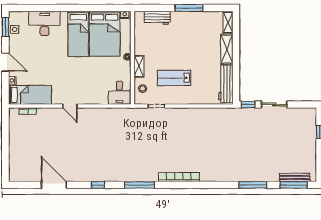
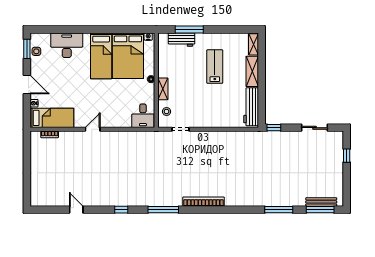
window: (189, 8) -> (189, 29), moved
lab bench: (174, 78) -> (215, 67), moved, turned 90
sliding door: (274, 104) -> (315, 128), moved
door: (70, 106) -> (93, 129), swing flipped
door: (54, 185) -> (76, 210), width x0.53

